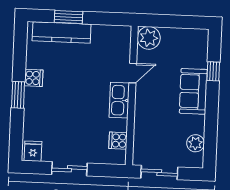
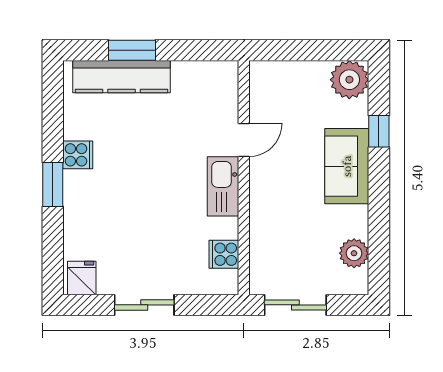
plant: (149, 38) -> (349, 80), moved

